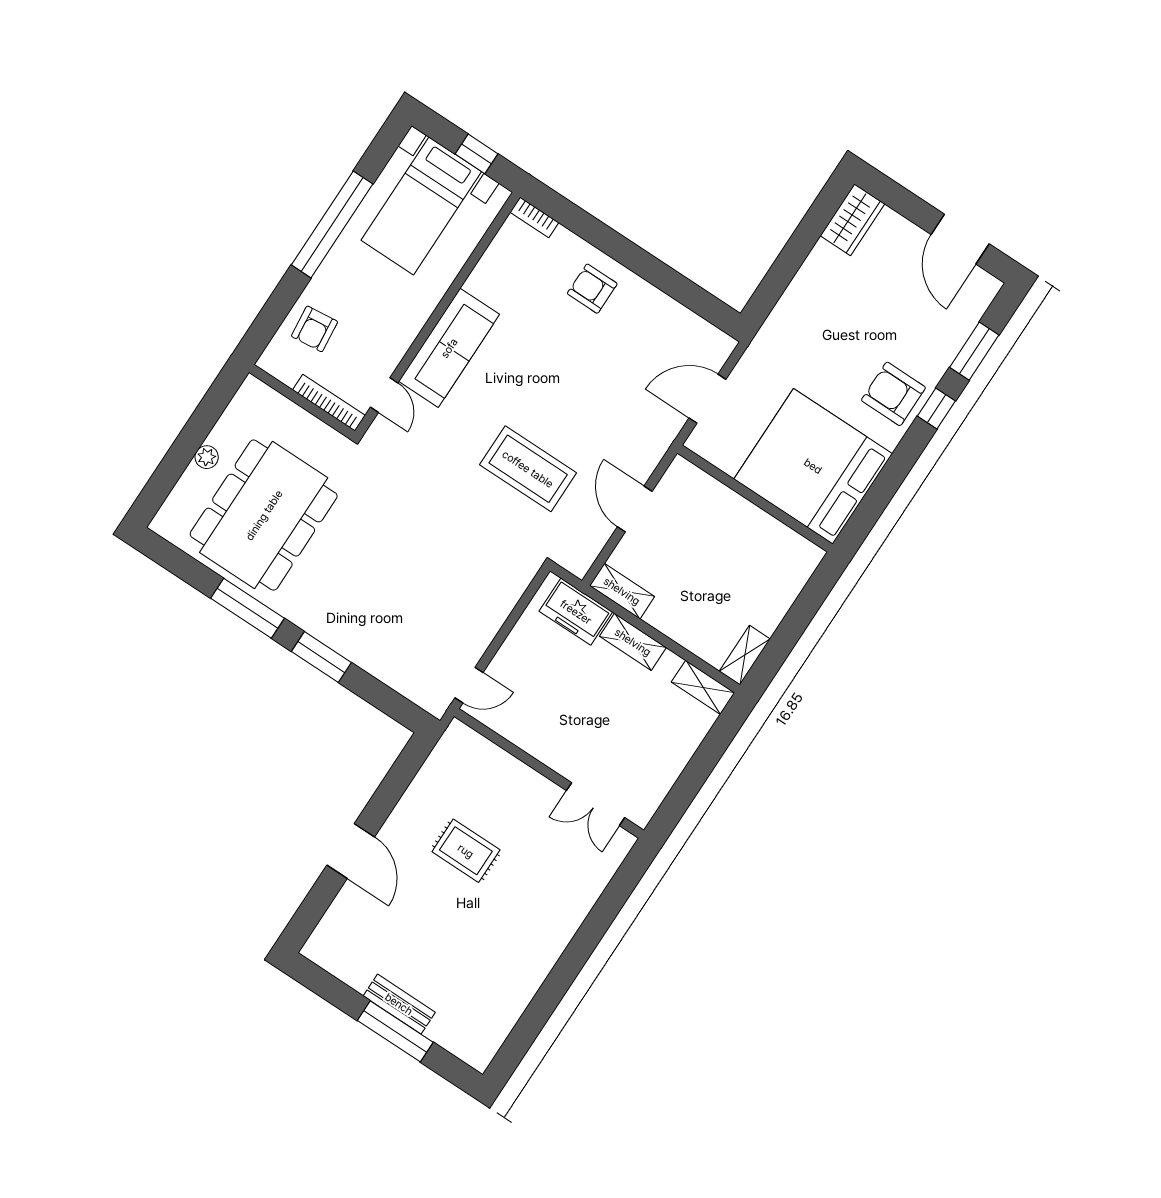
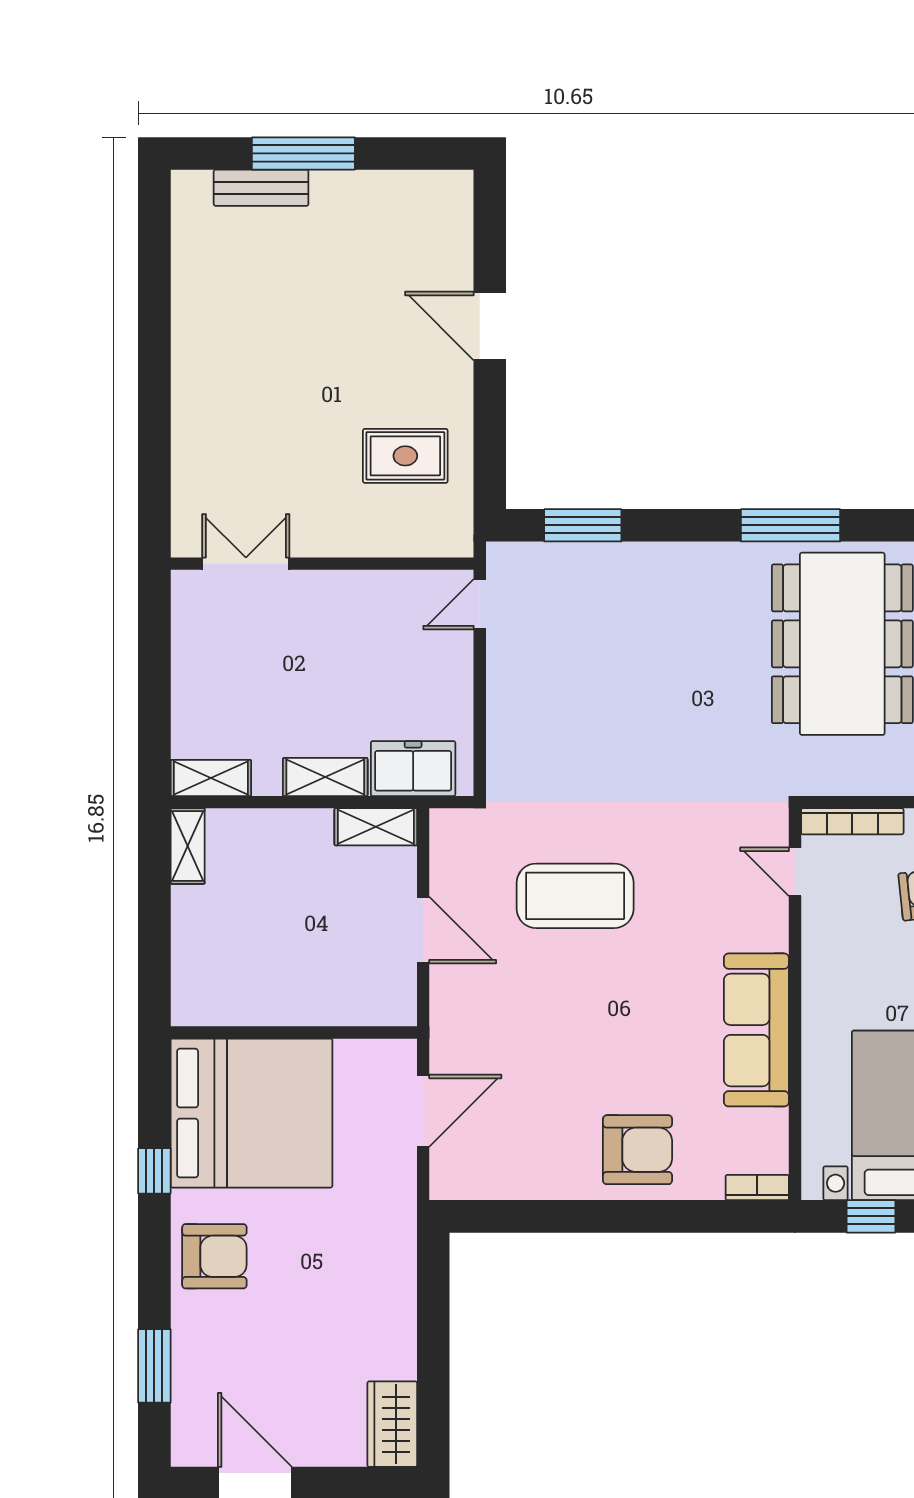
armchair: (592, 289) -> (638, 1150), width x1.38, depth x1.38
sofa: (449, 348) -> (756, 1030), moved
window: (936, 408) -> (154, 1171), moved
window: (321, 657) -> (583, 525), moved
rug: (466, 851) -> (405, 456), moved
bench: (399, 1004) -> (261, 188), moved

